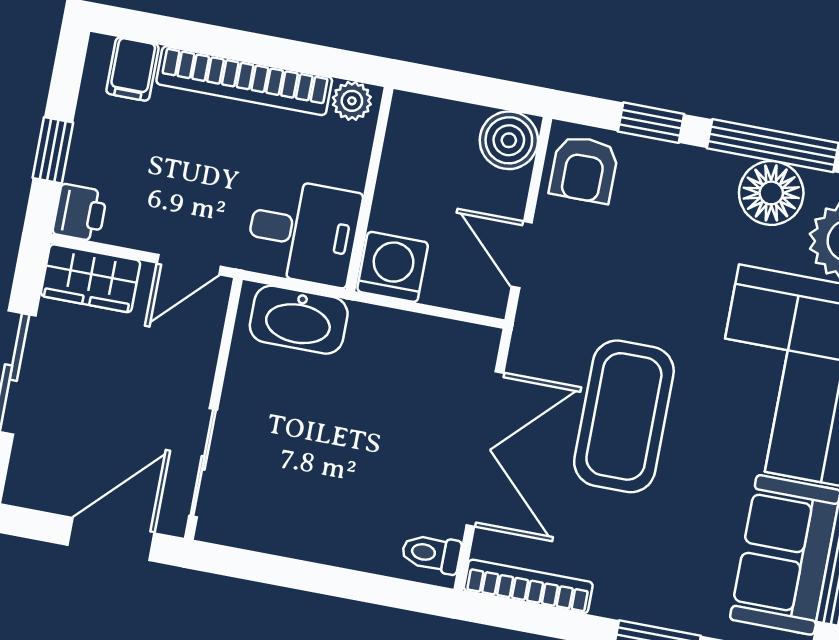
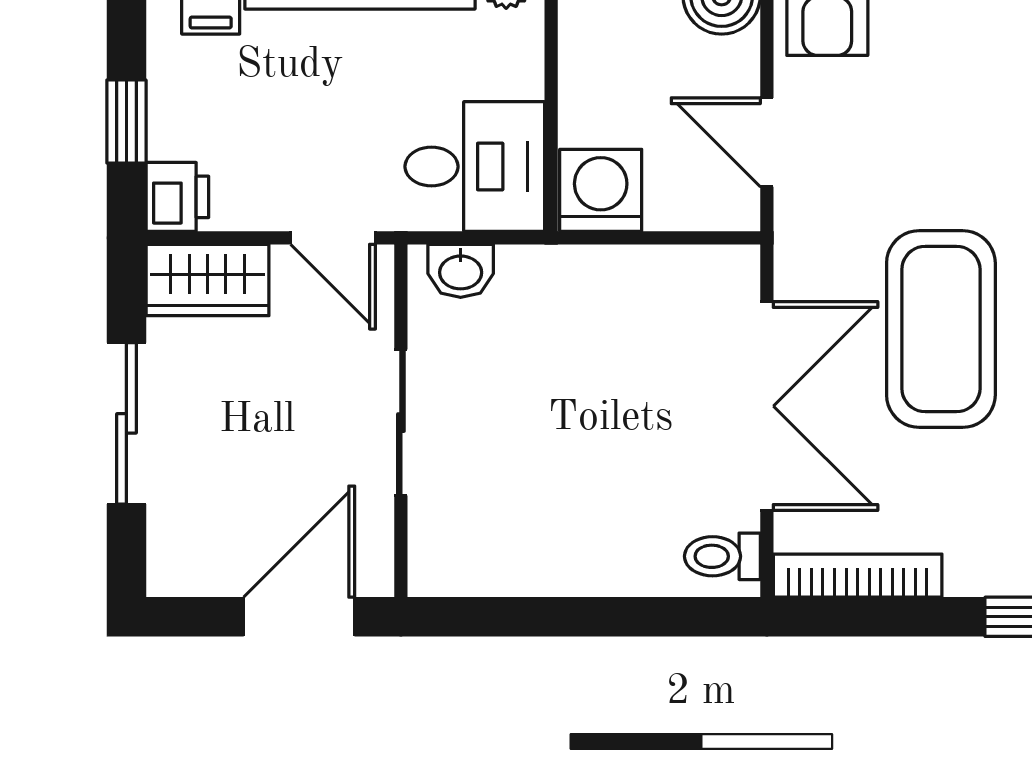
door: (189, 265) -> (333, 238), hinge flipped
washbasin: (299, 320) -> (461, 271), width x0.52, depth x0.69
sliding door: (203, 463) -> (401, 423), moved

